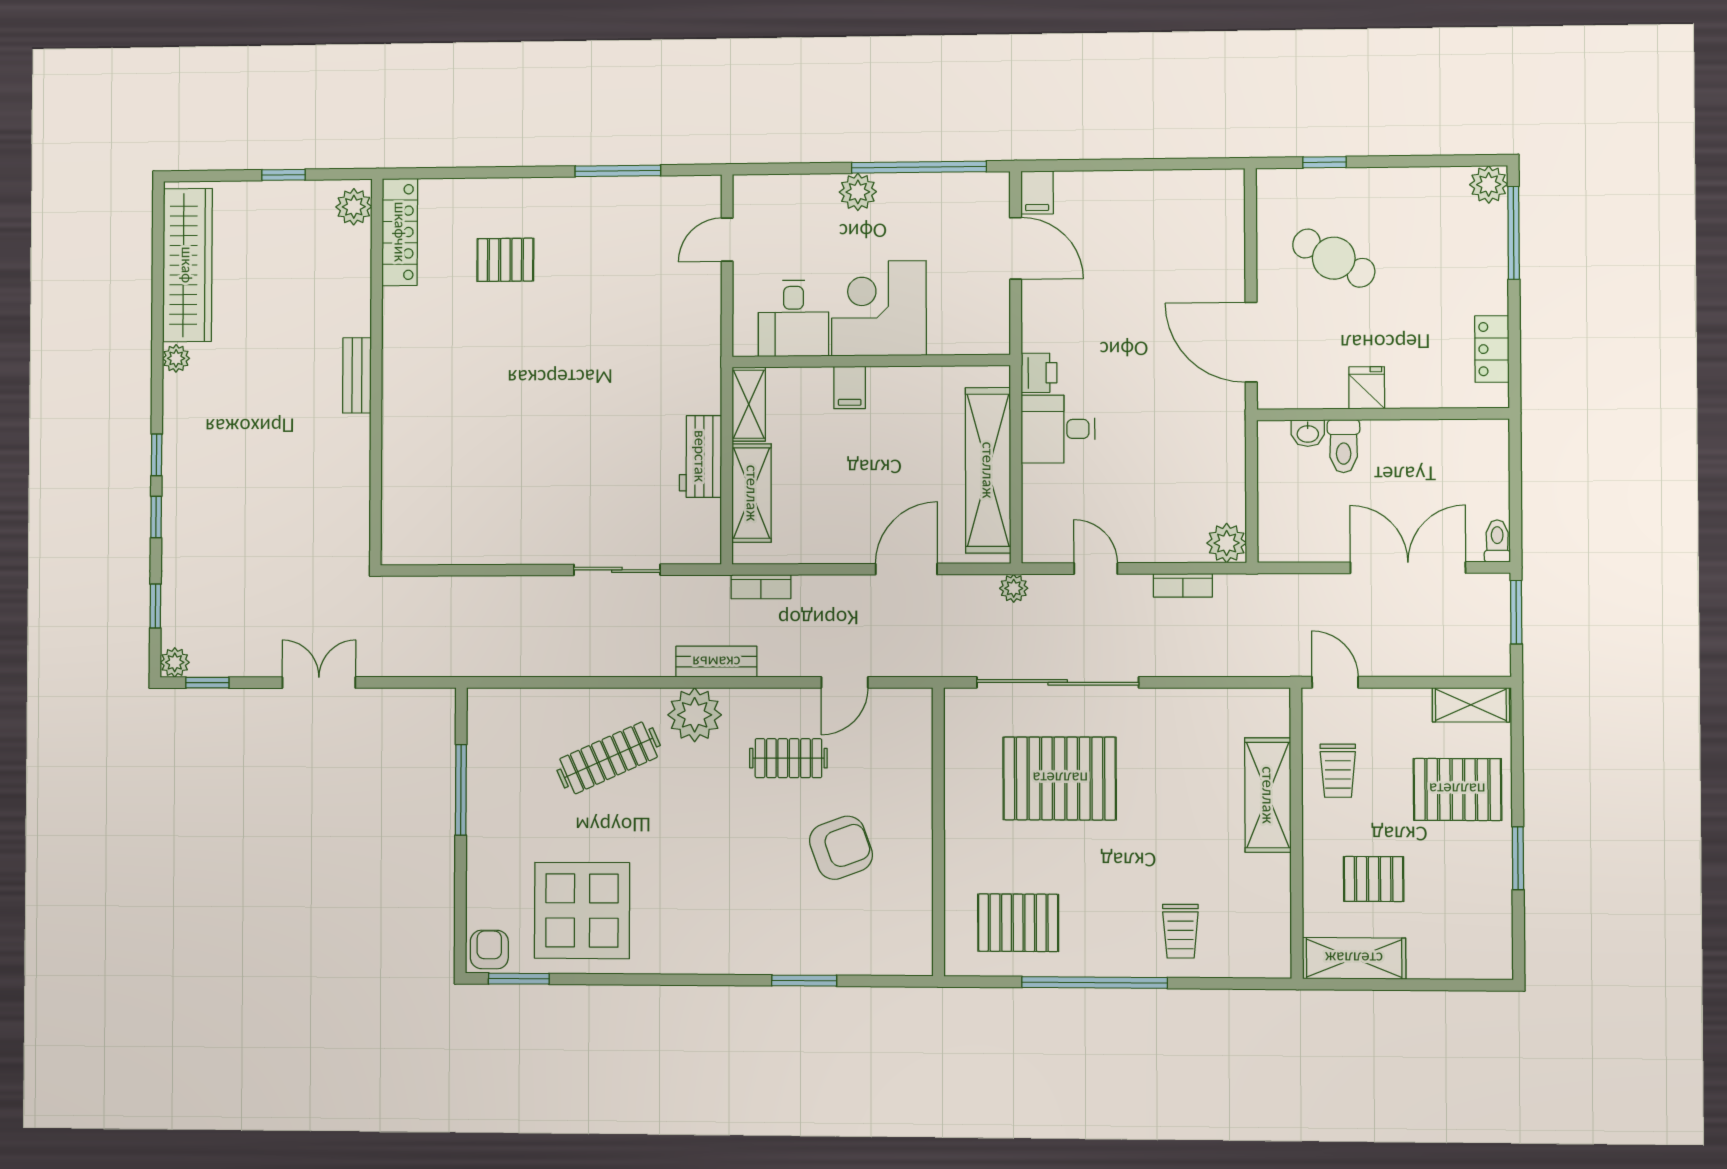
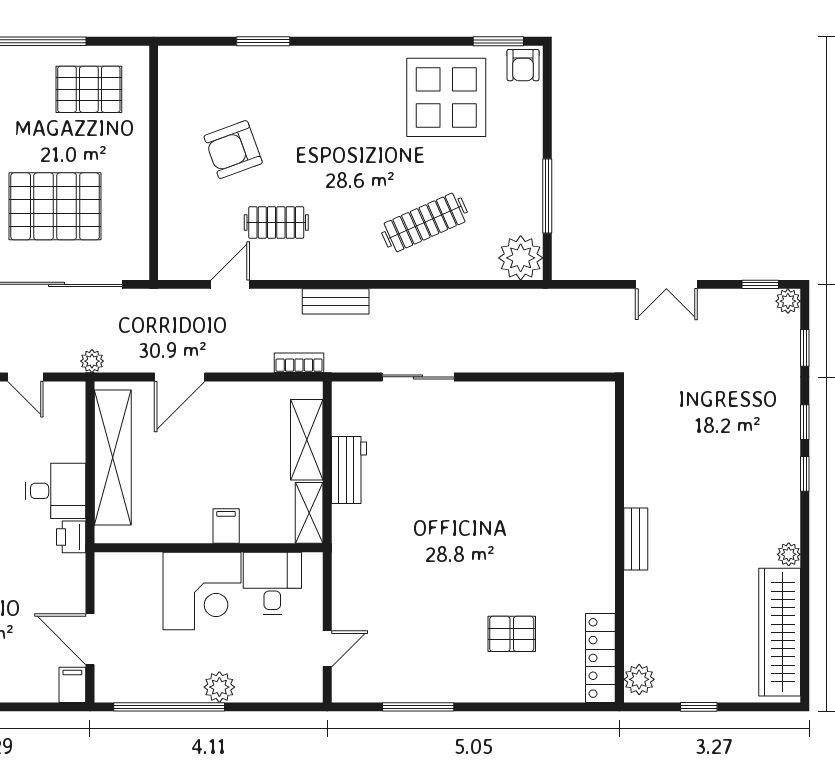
plant: (695, 715) -> (521, 258), moved

